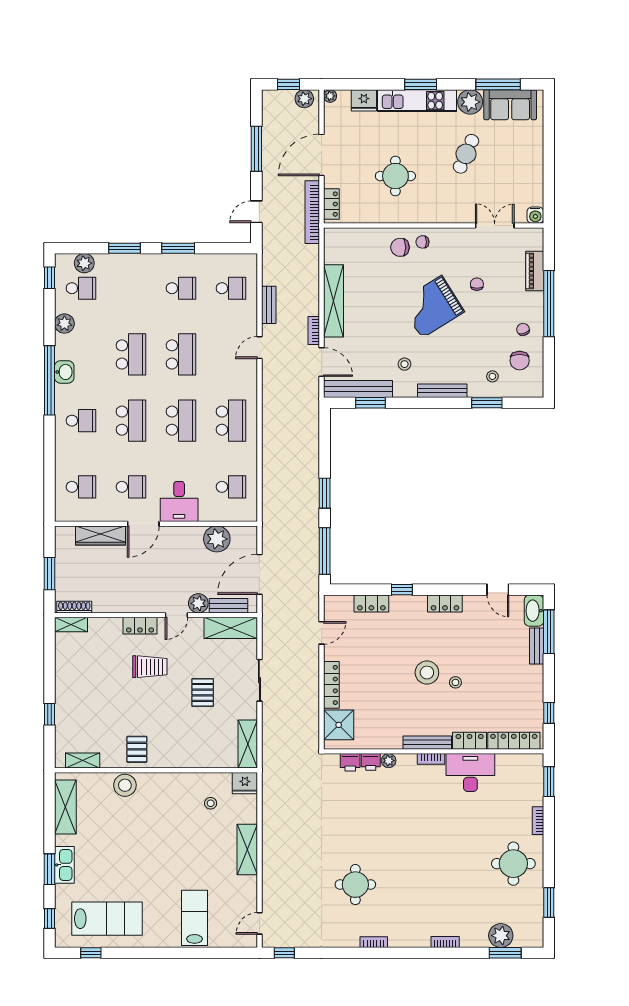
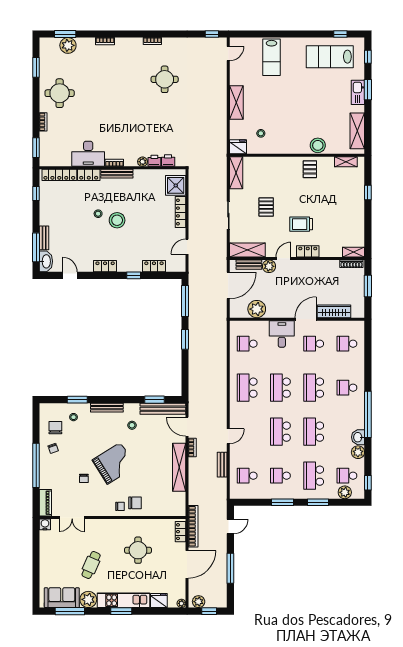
piano: (535, 271) -> (45, 503), moved
school desk: (131, 288) -> (314, 476), added
washbasin: (64, 372) -> (358, 437), moved

